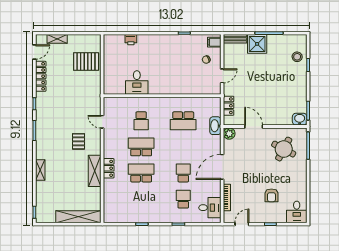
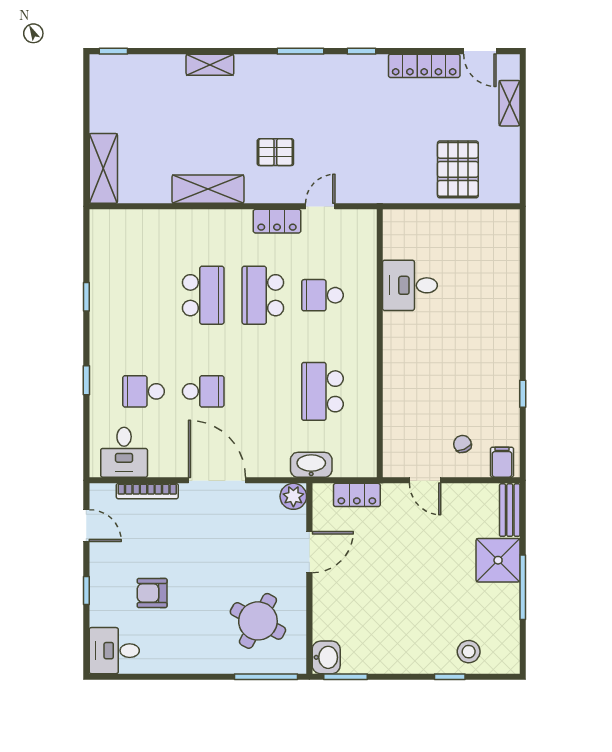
printer: (131, 40) -> (508, 272), removed
school desk: (141, 147) -> (263, 295), turned 180
locker: (109, 168) -> (277, 221), moved
school desk: (183, 199) -> (144, 391), turned 180
shelving: (78, 217) -> (103, 168), width x0.68

